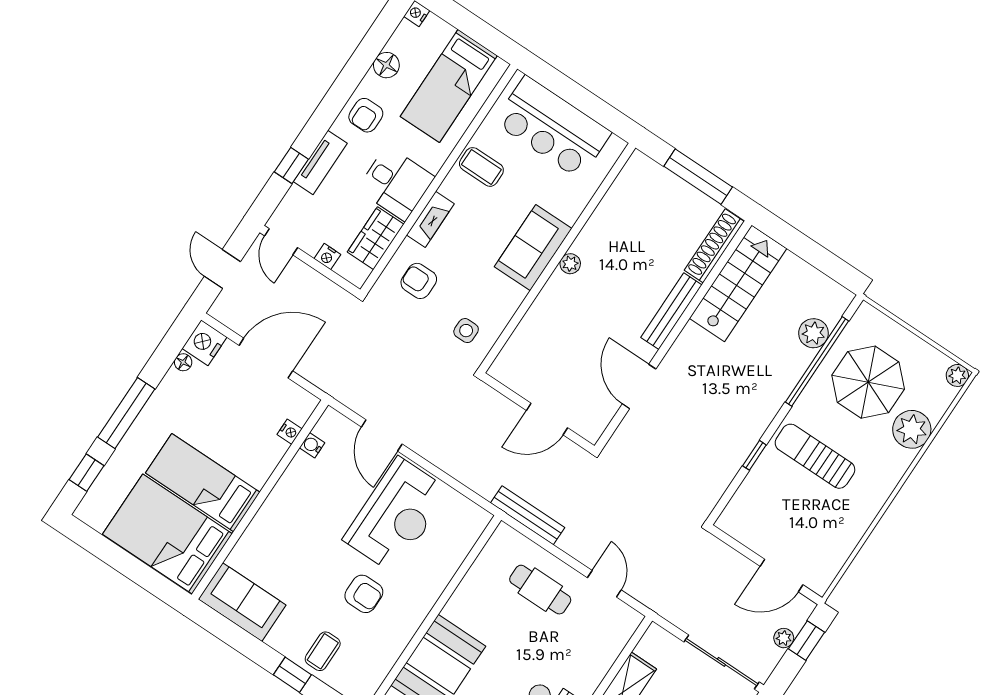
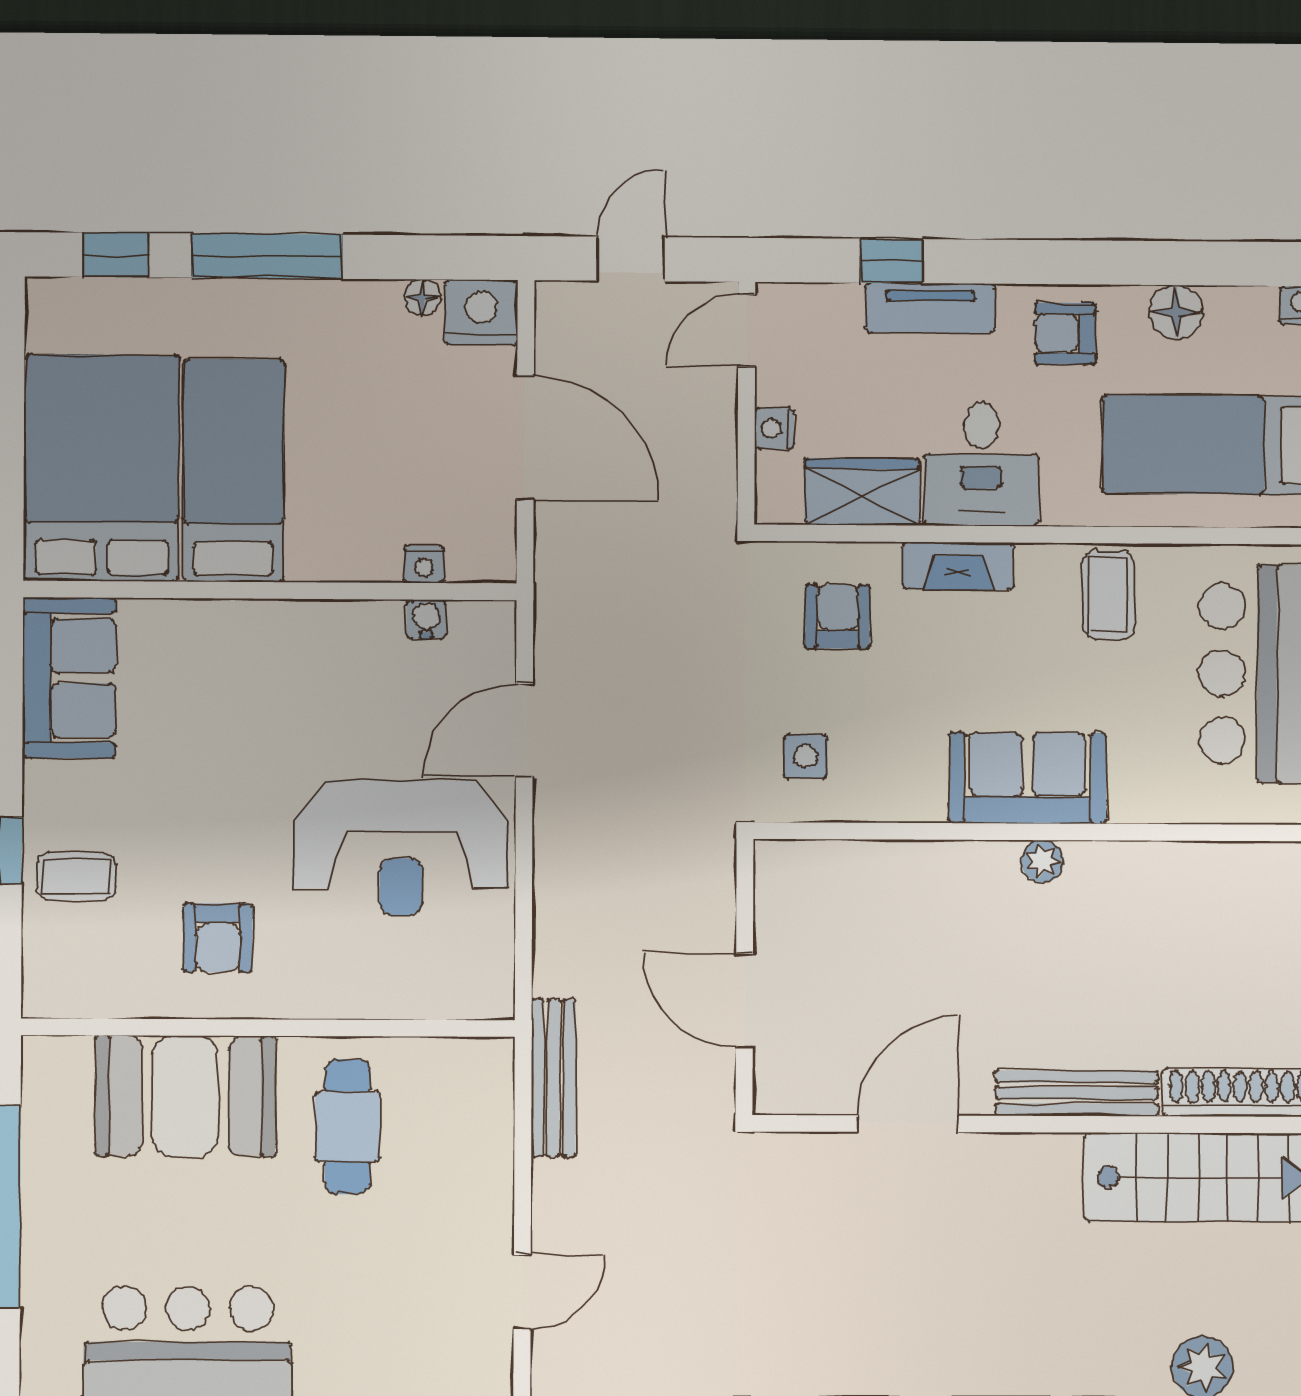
cafe table: (540, 590) -> (348, 1127), moved
armchair: (364, 594) -> (218, 938), moved

